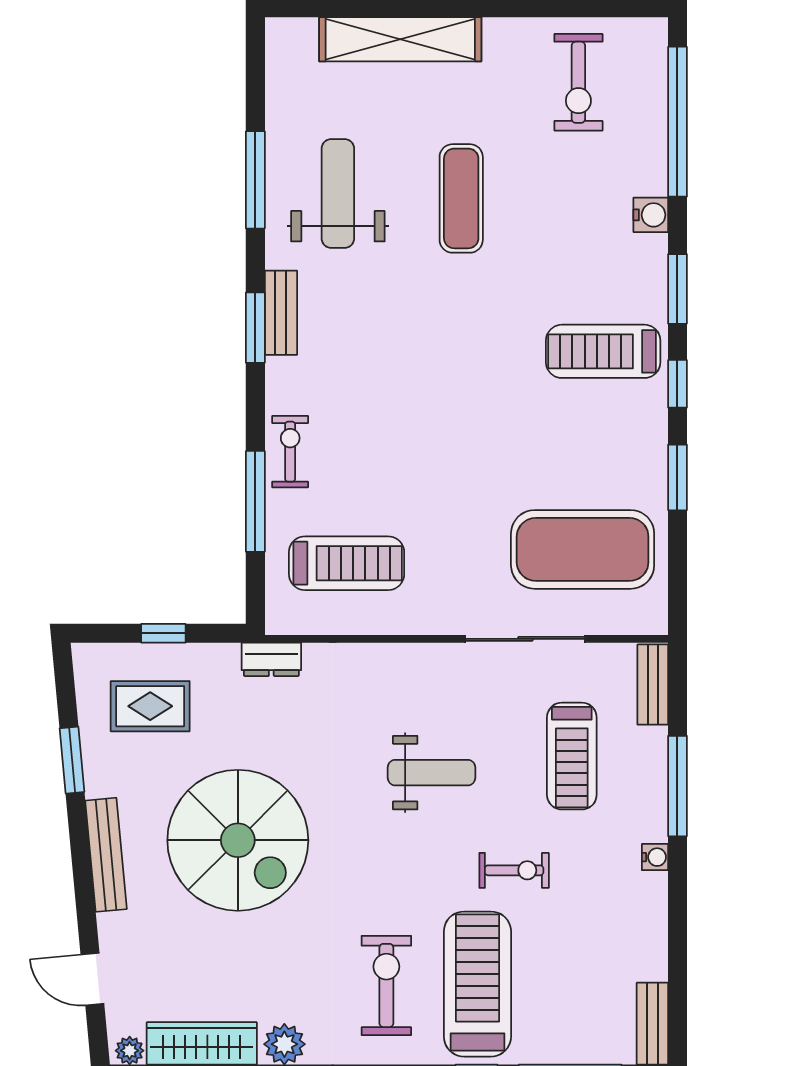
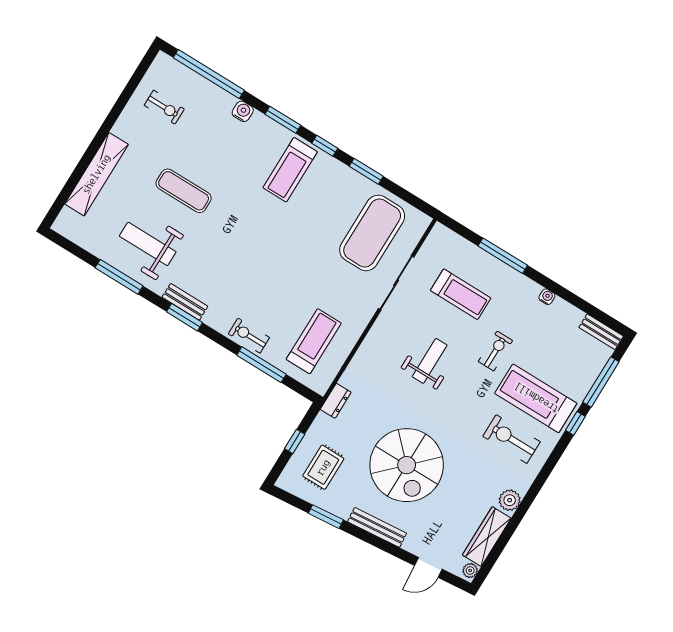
exercise bike: (578, 82) -> (164, 107), width x0.73, depth x0.72
bench: (653, 685) -> (451, 239), removed
spiral stairs: (238, 840) -> (407, 465), turned 90
water cooler: (655, 857) -> (547, 297), moved

